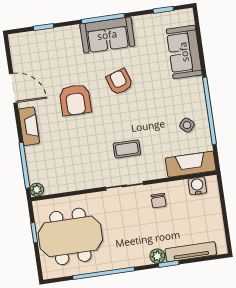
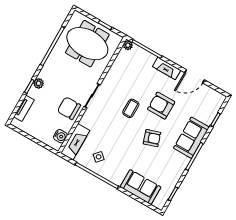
sofa: (107, 35) -> (191, 138), moved
coffee table: (127, 149) -> (131, 108), moved
chair: (159, 201) -> (69, 108), width x1.87, depth x1.87
meeting table: (70, 236) -> (87, 44), turned 90
tv unit: (191, 252) -> (24, 108), width x0.71

